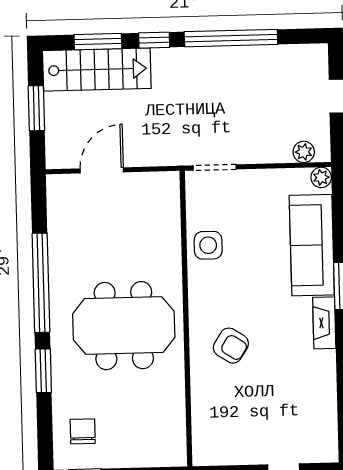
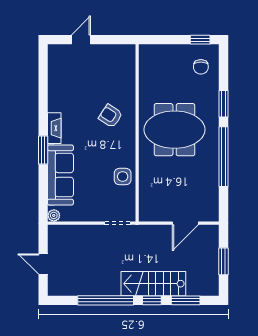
stairs: (97, 70) -> (153, 284), moved
plant: (304, 152) -> (64, 231), removed

